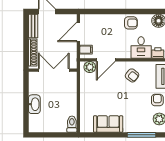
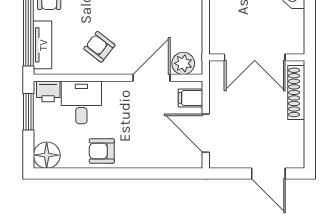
bench: (33, 26) -> (296, 145), removed
door: (78, 32) -> (206, 133), swing flipped

